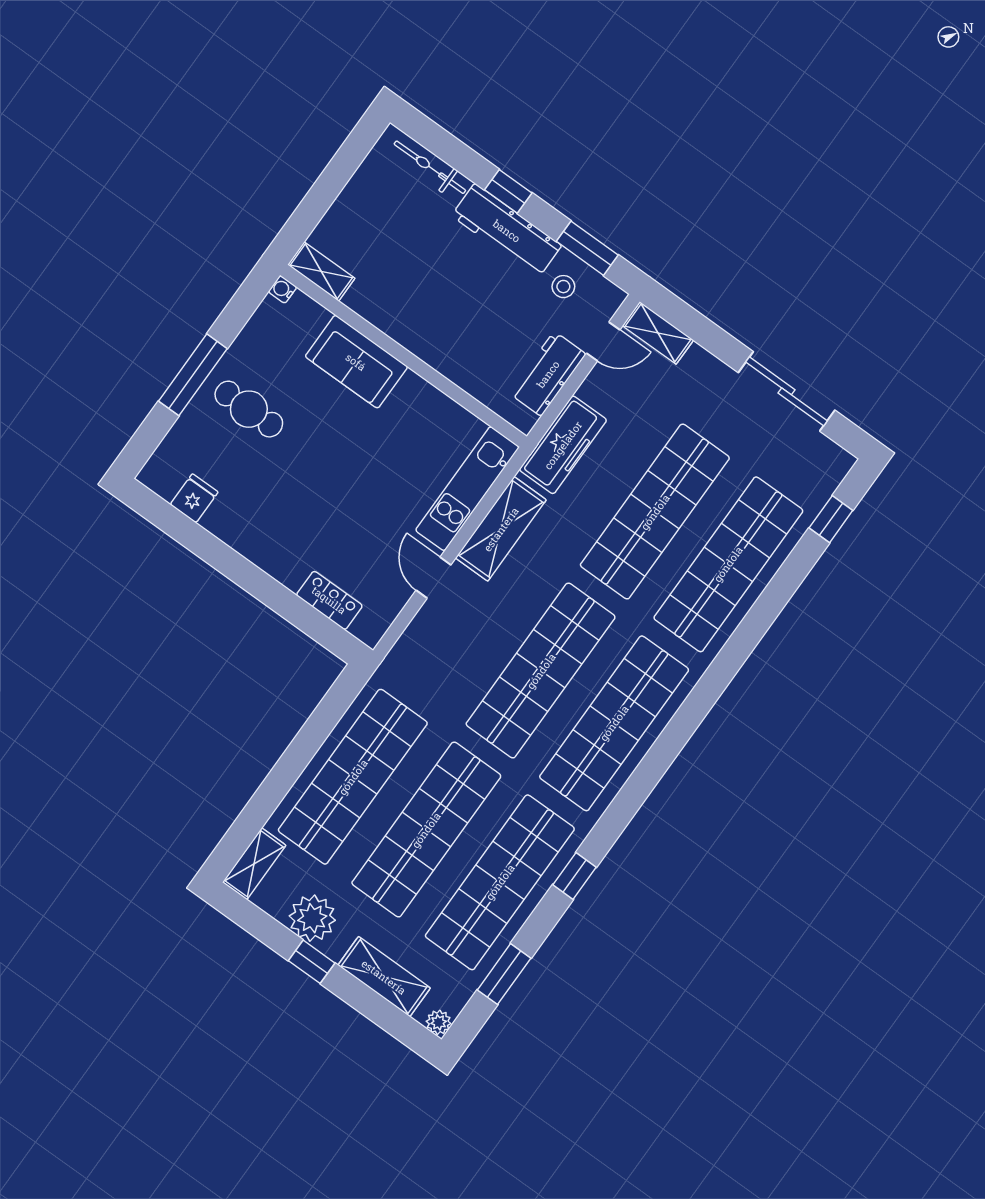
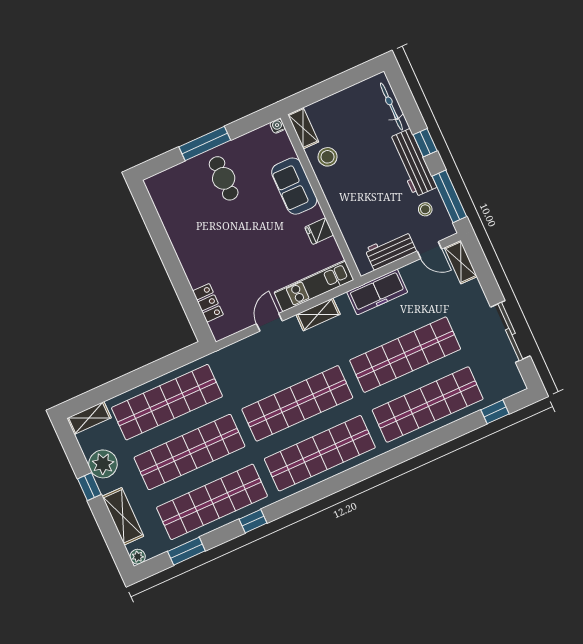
window: (587, 248) -> (449, 196), width x1.44
stool: (380, 292) -> (328, 157), added
fridge: (194, 498) -> (319, 231), moved, turned 180
shelving: (501, 529) -> (318, 314), width x0.67, depth x0.75

